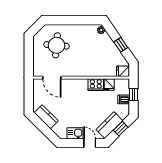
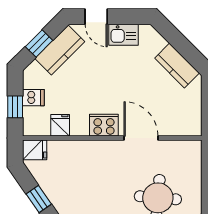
door: (52, 78) -> (141, 138), moved
cooker: (96, 85) -> (104, 125), moved

